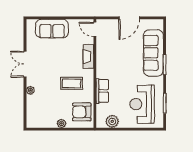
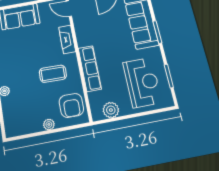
row of seats: (102, 91) -> (90, 69), width x1.48
reception desk: (142, 104) -> (142, 82), turned 180
armchair: (82, 112) -> (71, 105), turned -90

